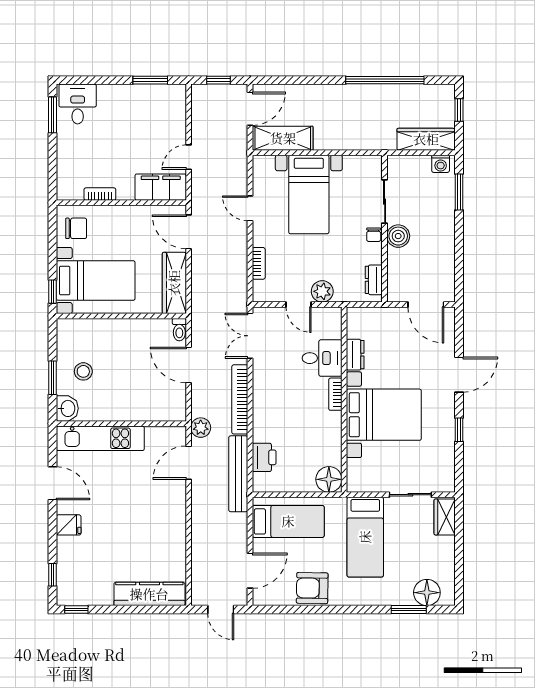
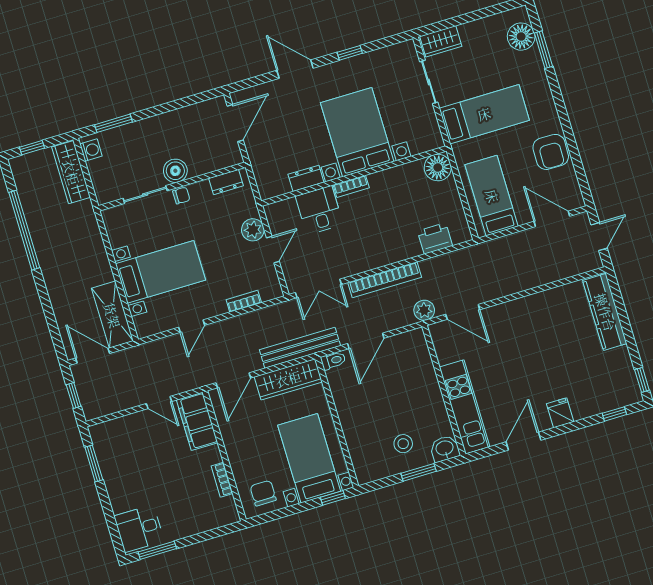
bench: (238, 474) -> (300, 348), moved

